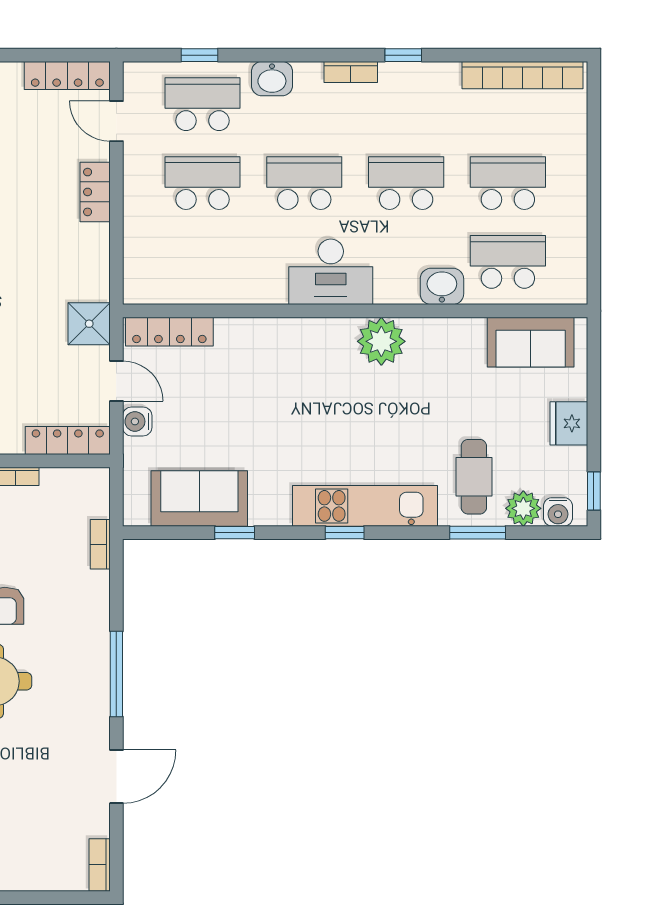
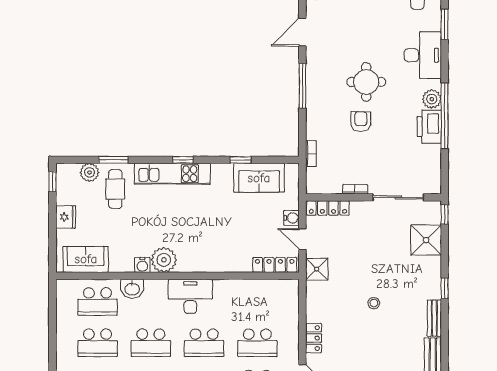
water cooler: (558, 512) -> (142, 265), moved, turned 180

